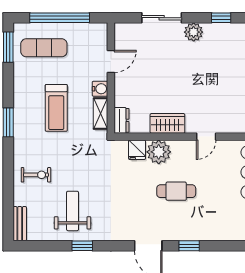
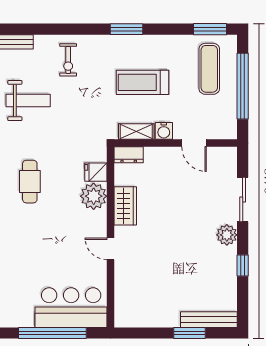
cafe table: (176, 191) -> (30, 182), moved

